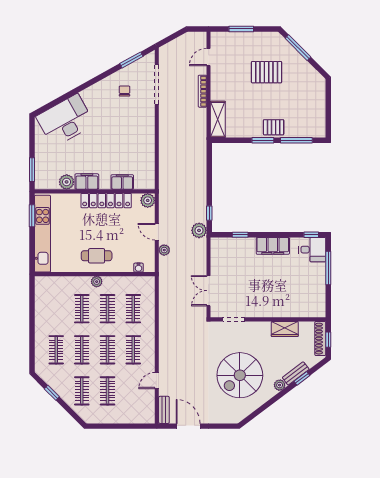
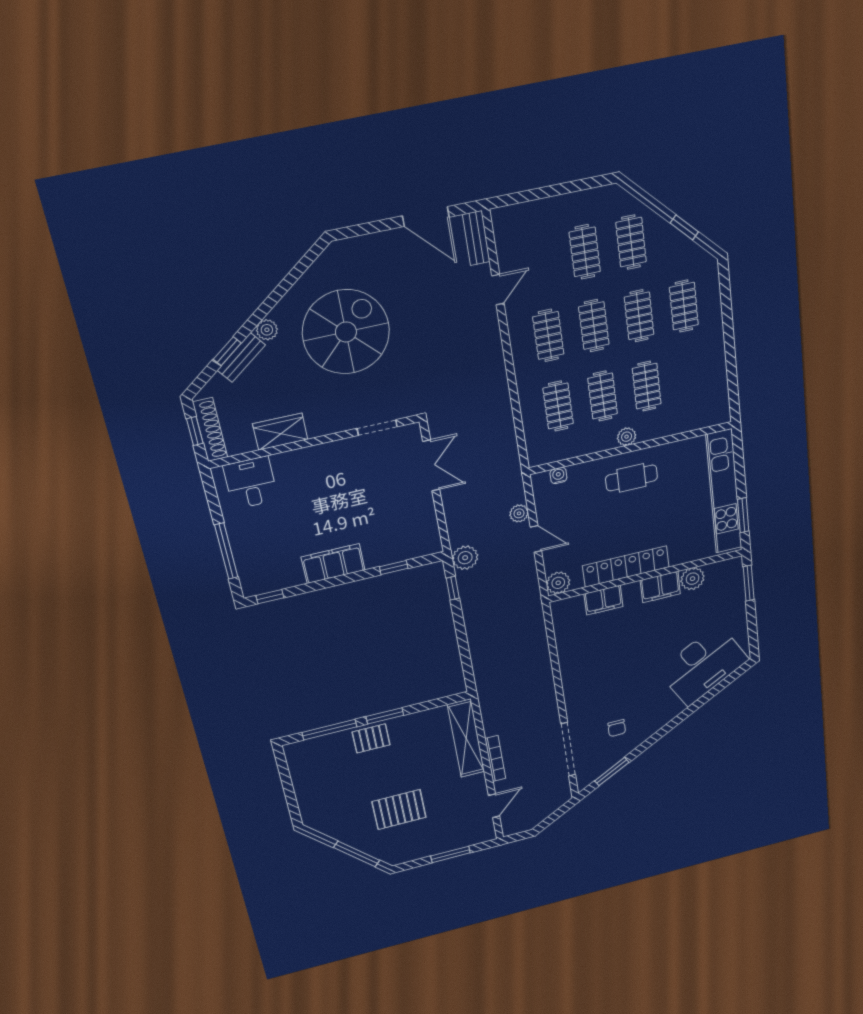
shelving: (218, 119) -> (466, 738), width x1.47
desk: (312, 250) -> (251, 483), moved, turned 90

